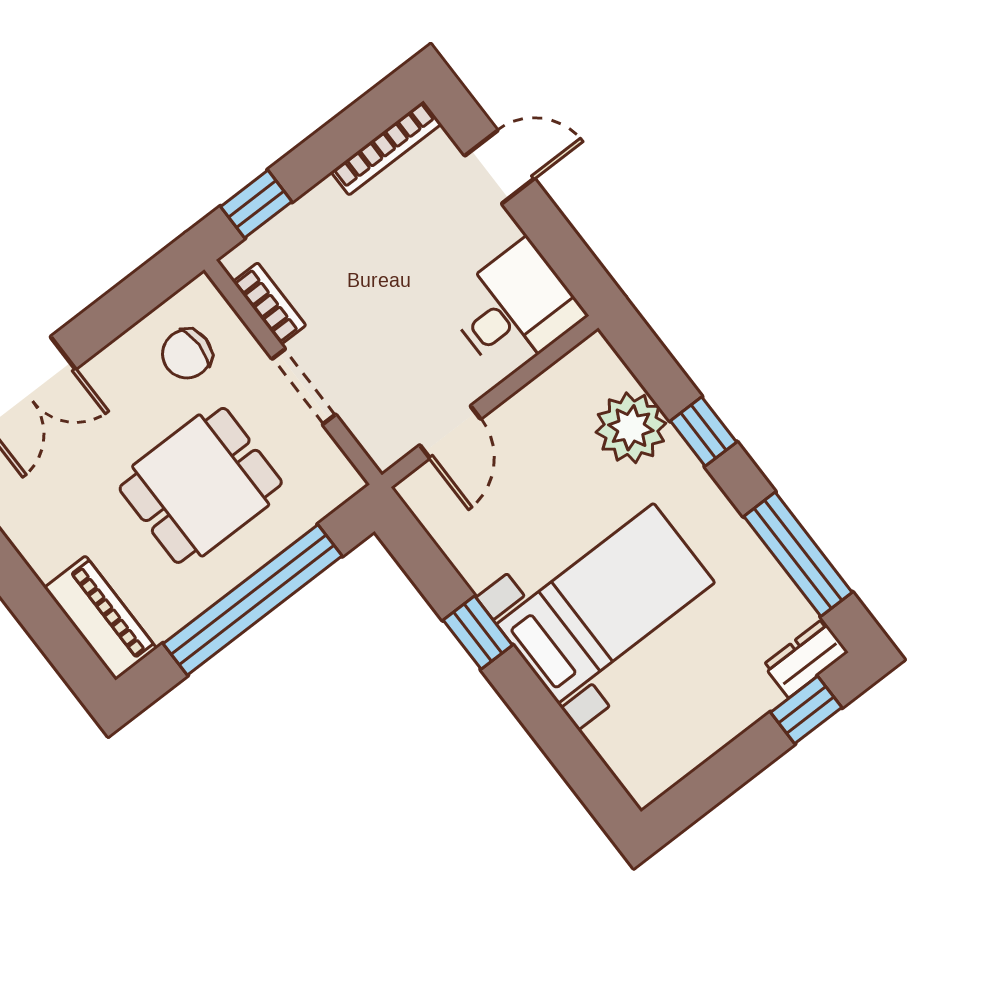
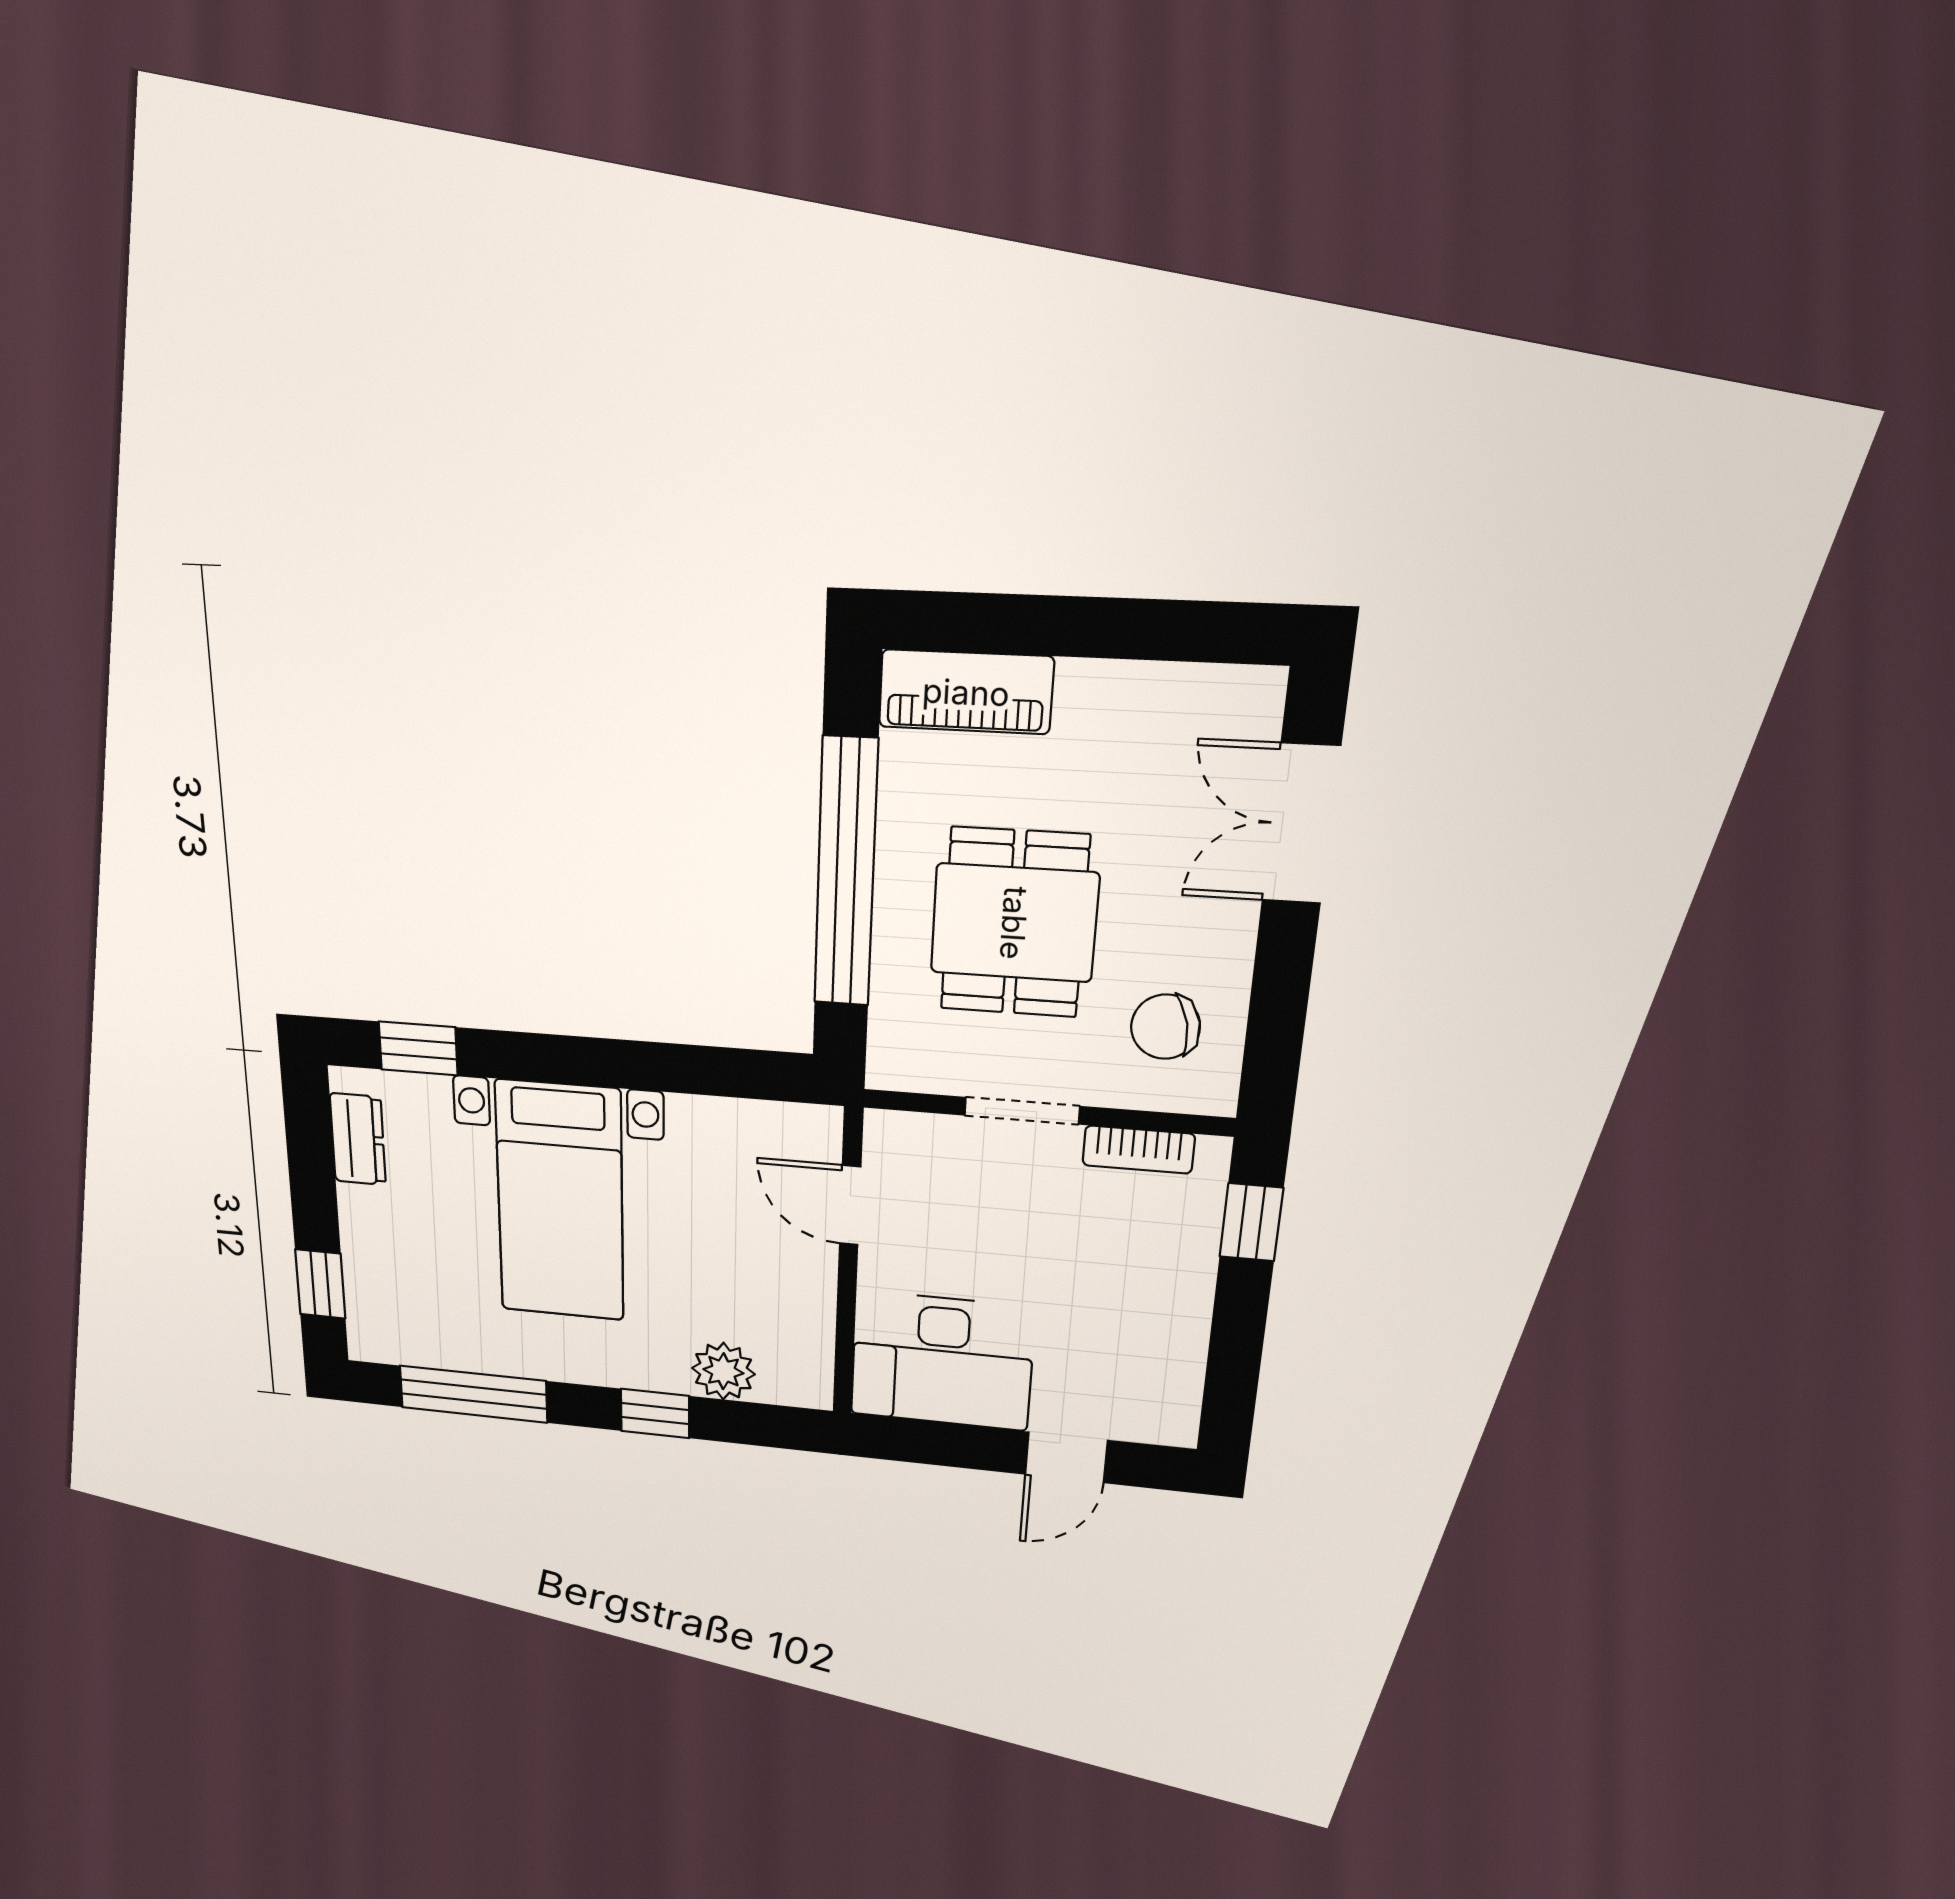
bookcase: (386, 148) -> (1185, 1381), removed
desk: (515, 309) -> (942, 1361), width x1.37
chair: (187, 354) -> (1166, 1027), turned -102
plant: (631, 428) -> (723, 1371), width x0.73, depth x0.73
window: (478, 633) -> (418, 1048), moved
dresser: (806, 659) -> (358, 1139), moved

